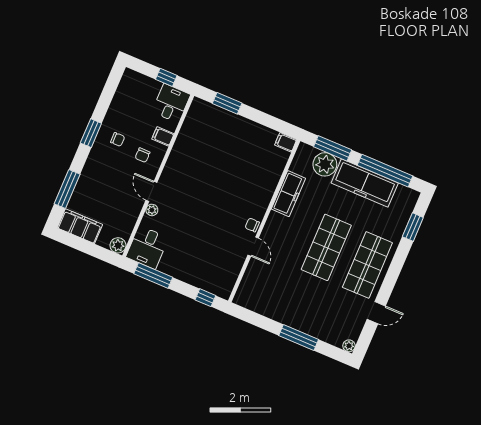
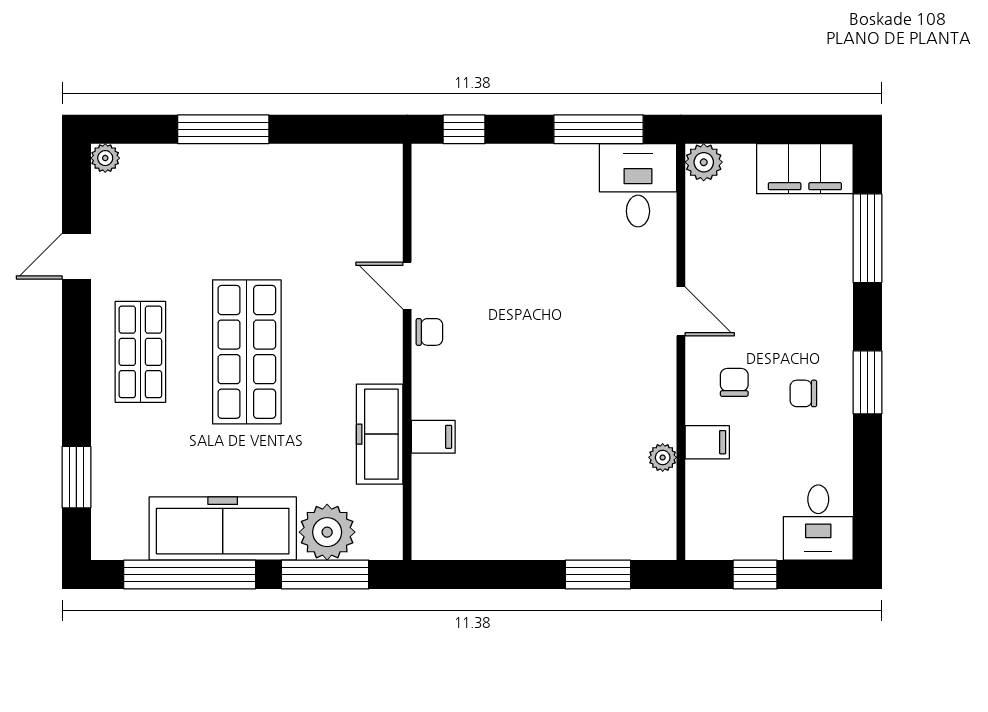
desk: (171, 103) -> (818, 523), moved
filing cabinet: (286, 142) -> (433, 437), moved
plant: (152, 210) -> (663, 457), moved
shop shelf: (367, 265) -> (140, 352), width x0.70, depth x0.74

